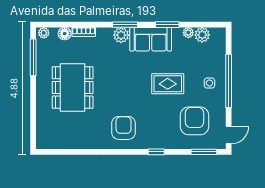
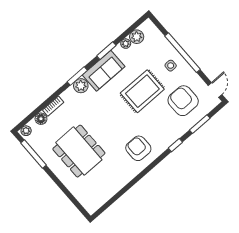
rug: (168, 84) -> (142, 91), width x1.36, depth x1.43
window: (204, 152) -> (200, 124), moved

